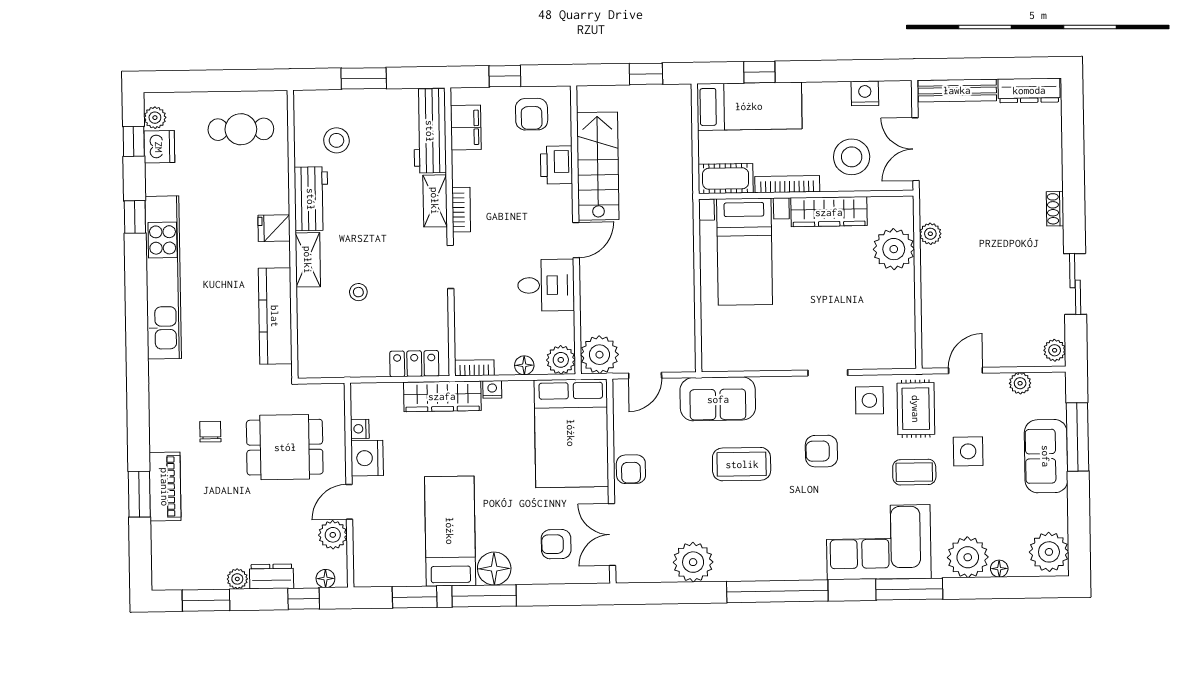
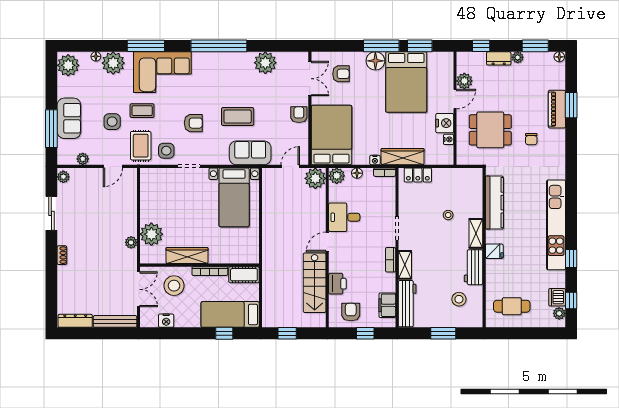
bed with nightstands: (745, 252) -> (234, 197), moved, turned 180
bed: (450, 531) -> (406, 82), width x1.50
floor lamp: (325, 579) -> (559, 57), moved

